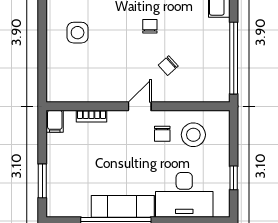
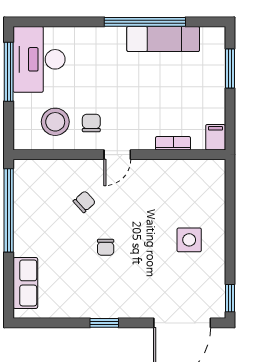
window: (234, 178) -> (9, 72), width x2.17
desk: (184, 195) -> (39, 59), moved, turned -90
exam couch: (123, 206) -> (163, 39), moved

